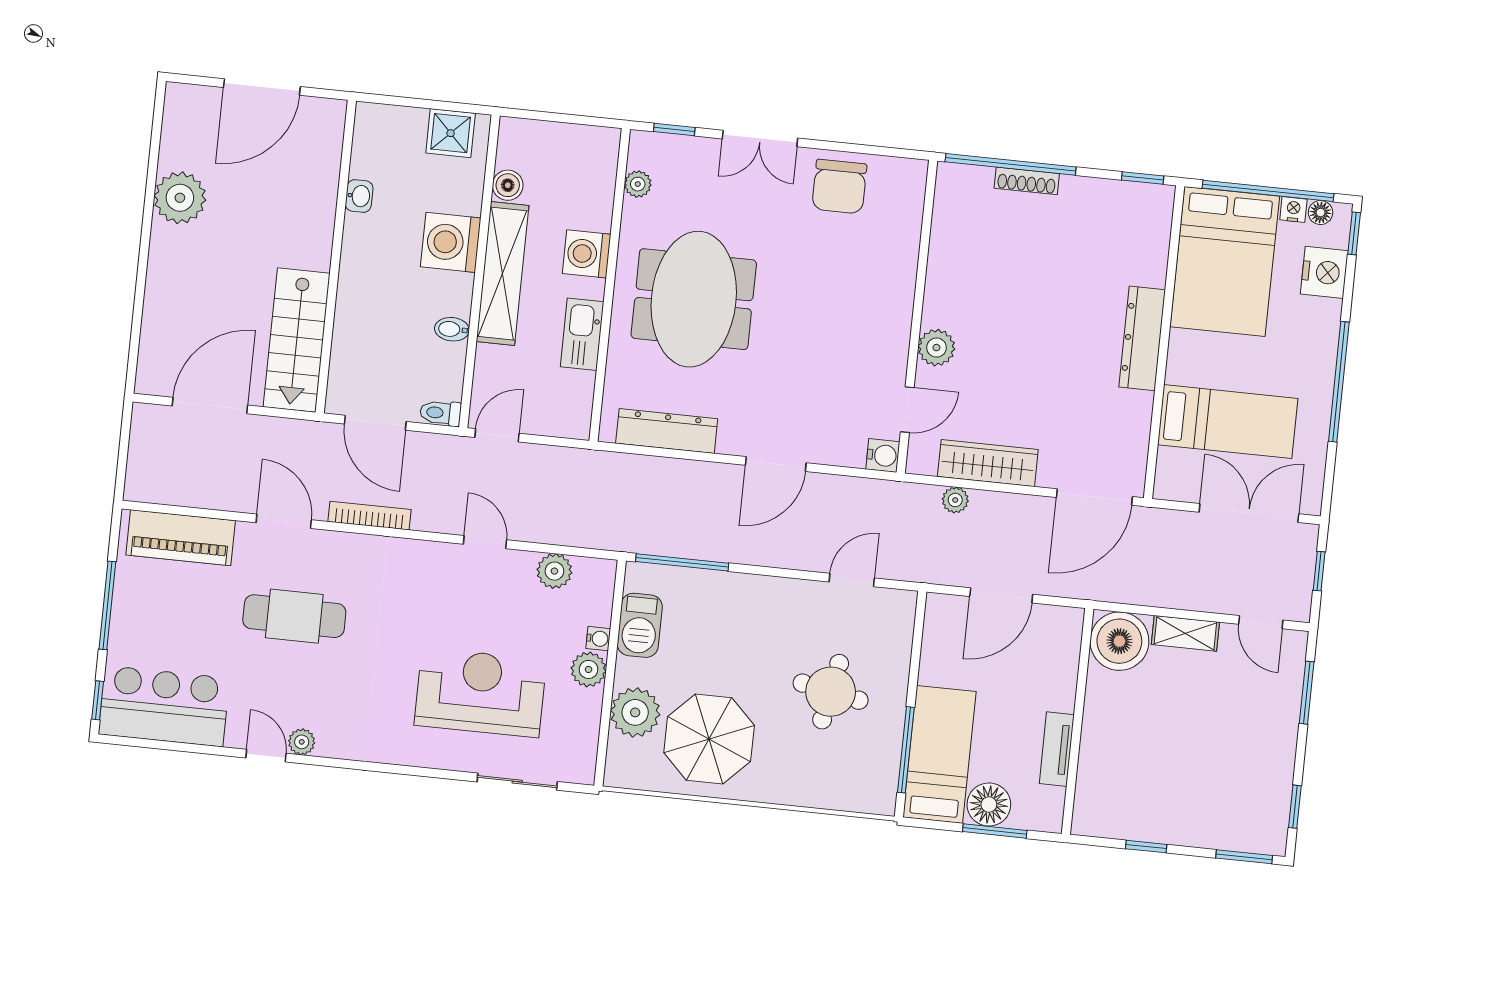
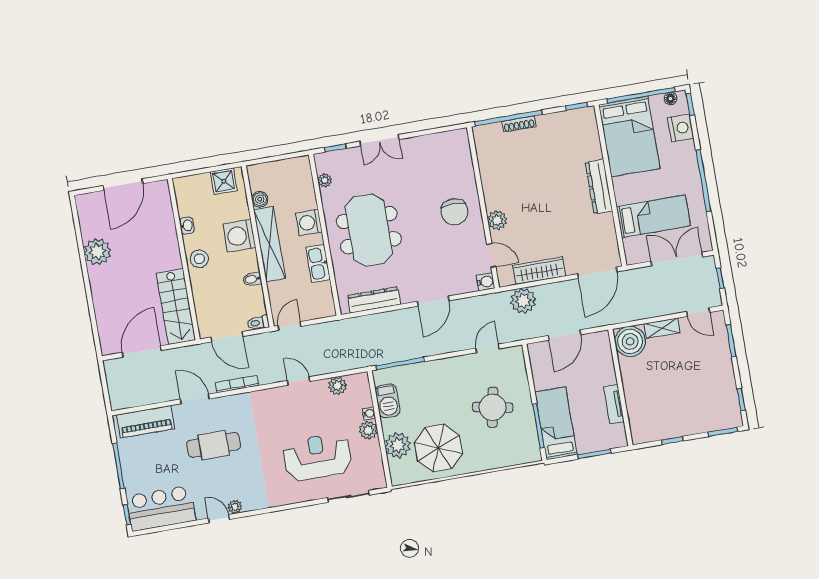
chair: (839, 186) -> (454, 212), moved
nightstand: (1293, 210) -> (656, 101), removed
stool: (365, 264) -> (199, 259), added
door: (907, 410) -> (491, 255), hinge flipped
plant: (955, 500) -> (523, 301), width x1.87, depth x1.87
floor lamp: (989, 805) -> (588, 442), removed

